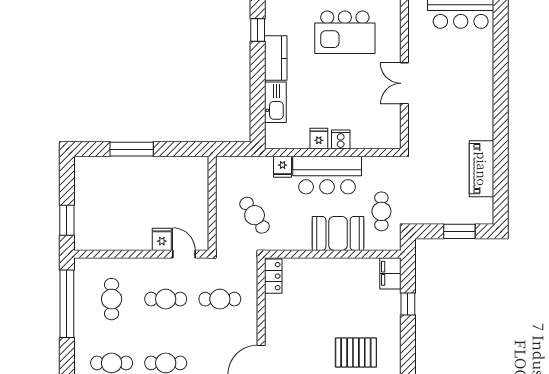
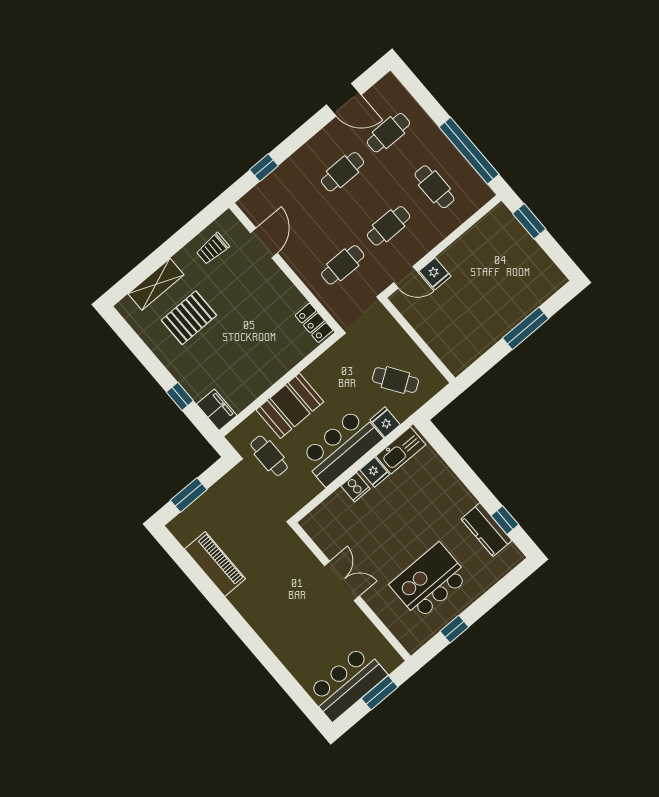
kitchen counter: (276, 58) -> (487, 530), moved
kitchen sink: (275, 102) -> (401, 450), moved, turned -90
cafe table: (255, 215) -> (395, 380), moved

